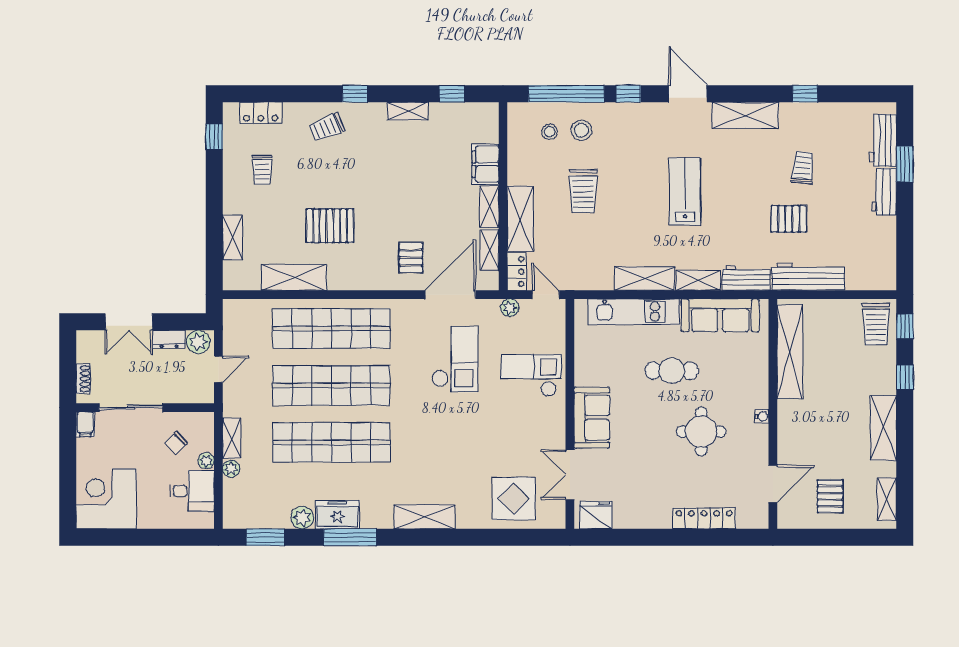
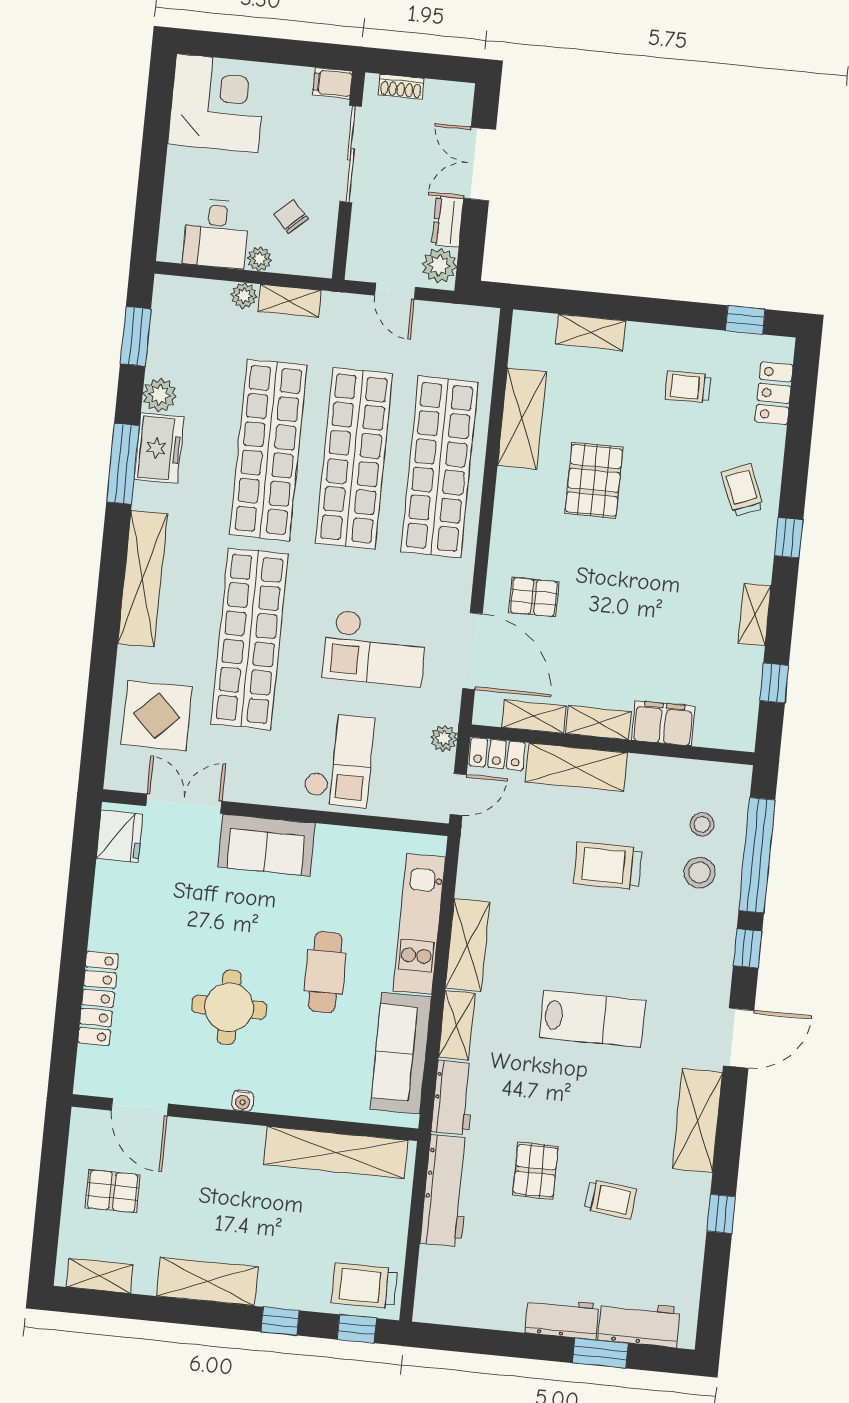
shop shelf: (457, 442) -> (250, 639), added
shelving: (424, 517) -> (142, 579), width x1.47

